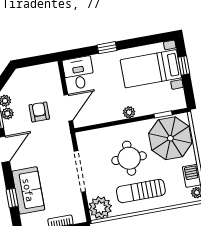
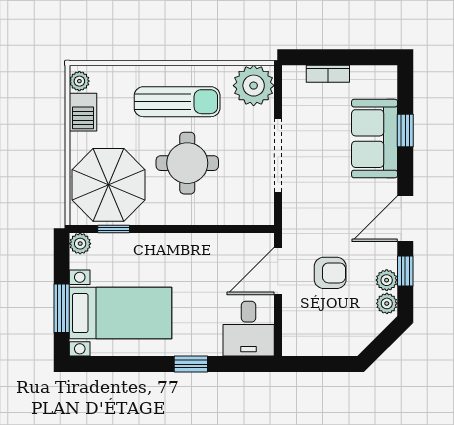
window: (184, 66) -> (62, 308), width x1.50
armchair: (39, 112) -> (330, 273), turned -90
plant: (129, 112) -> (80, 244), moved

